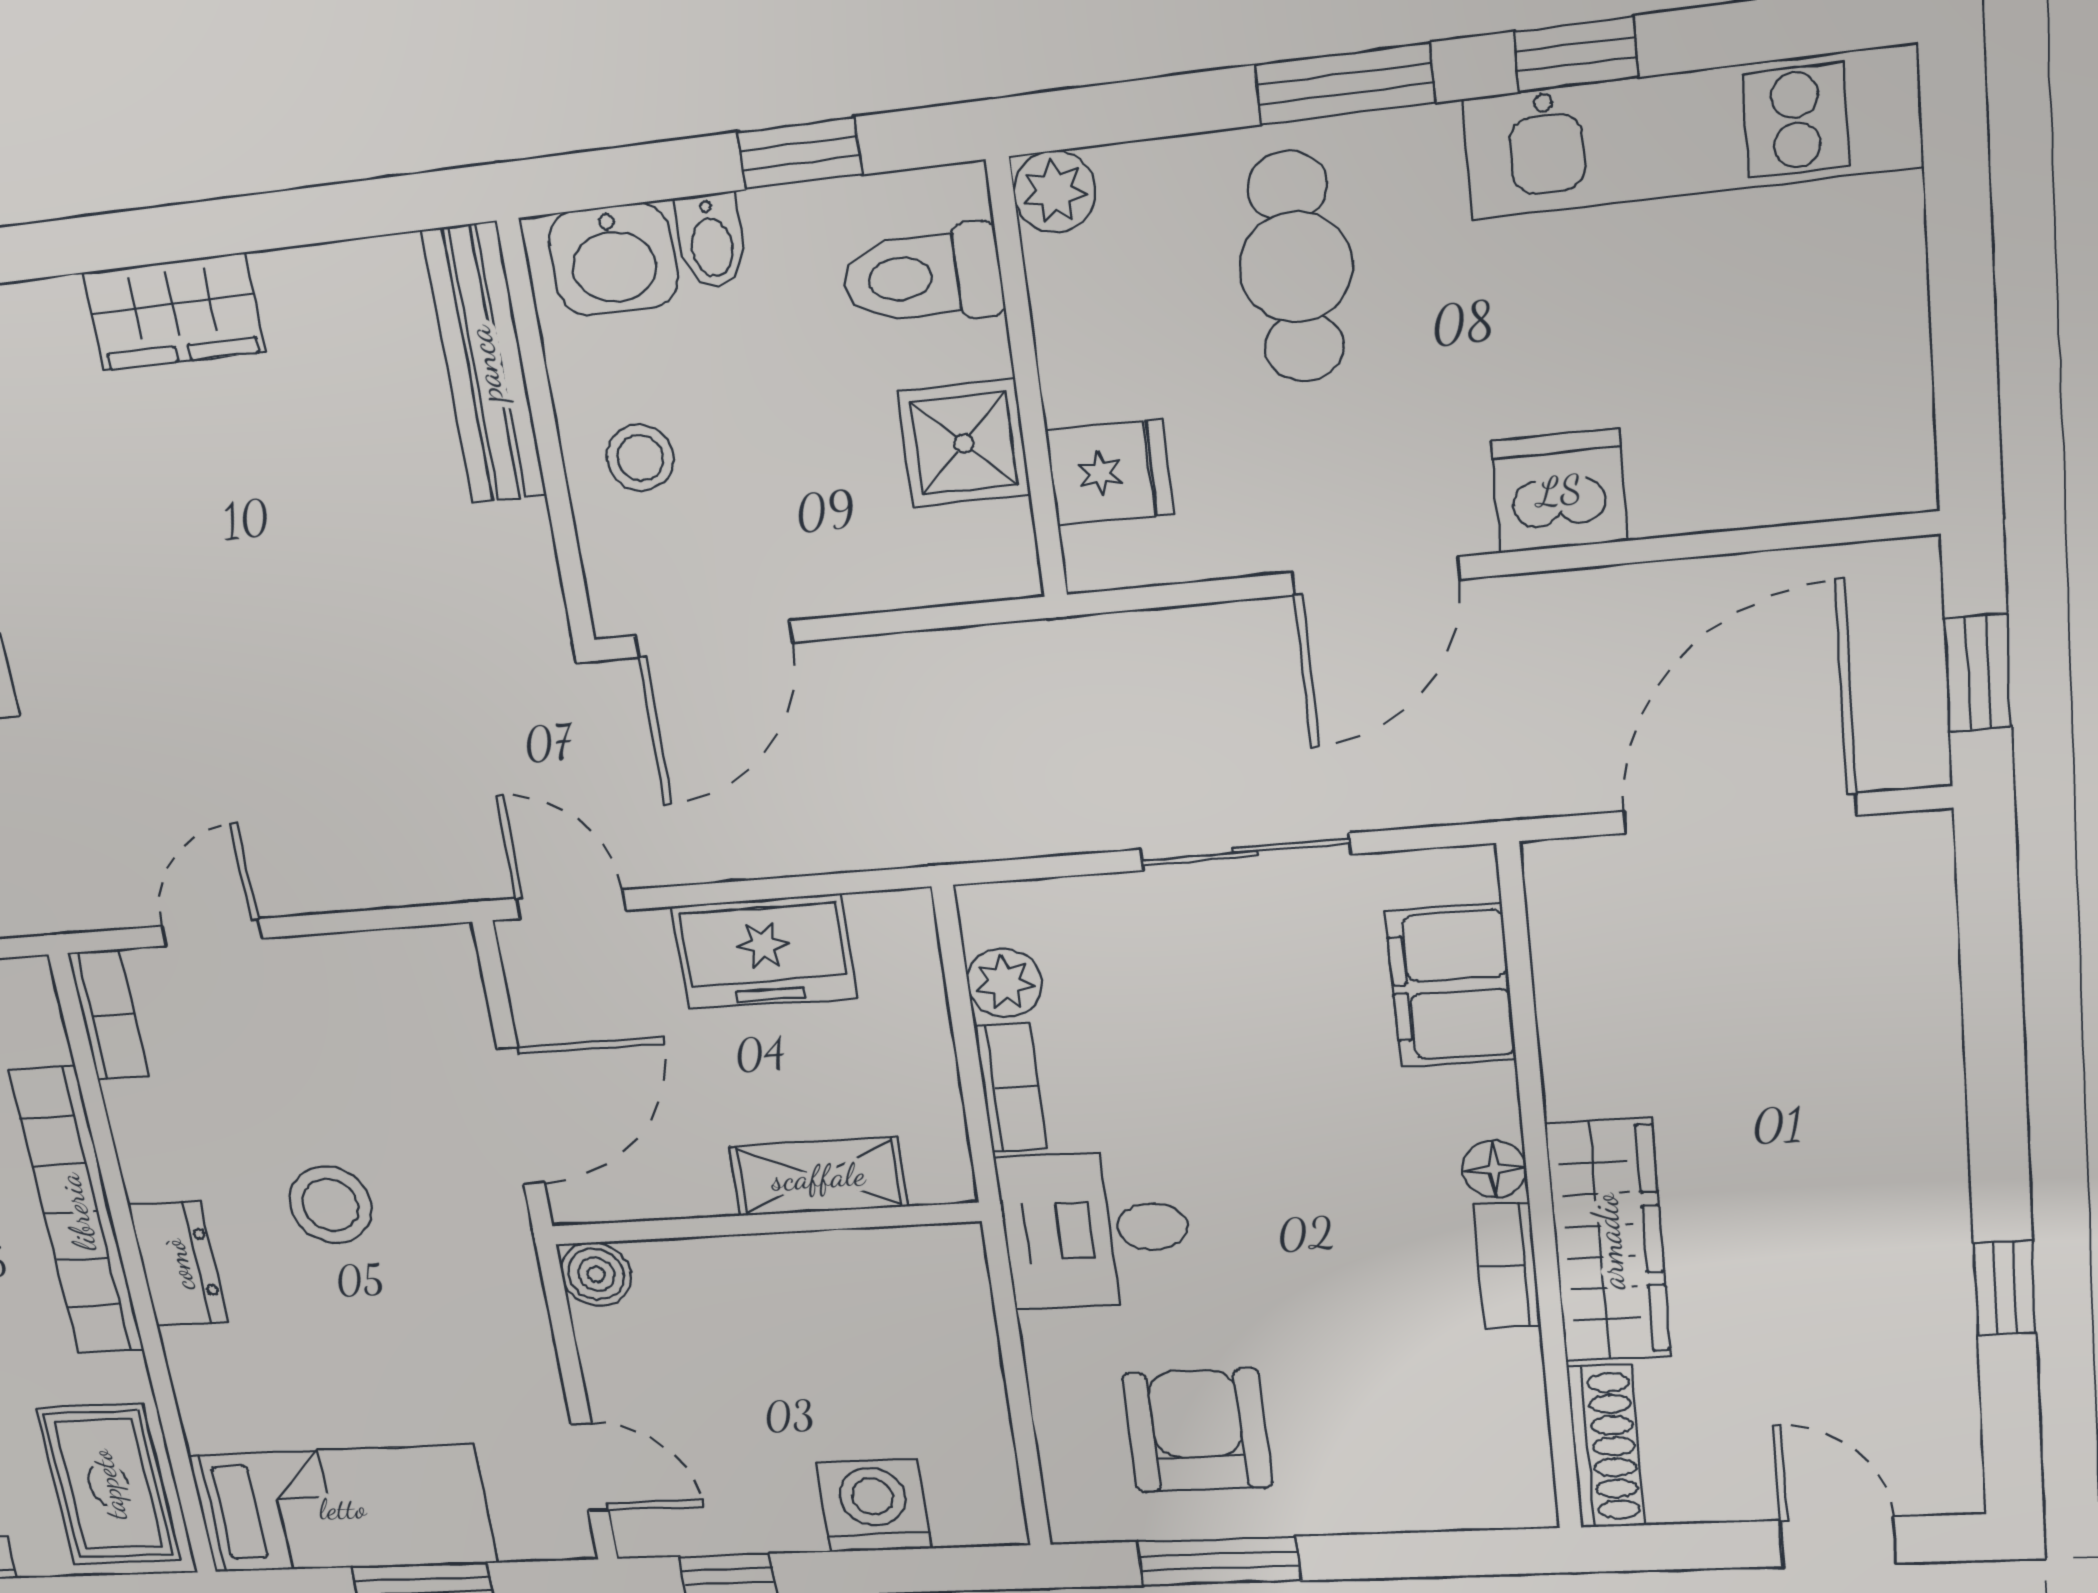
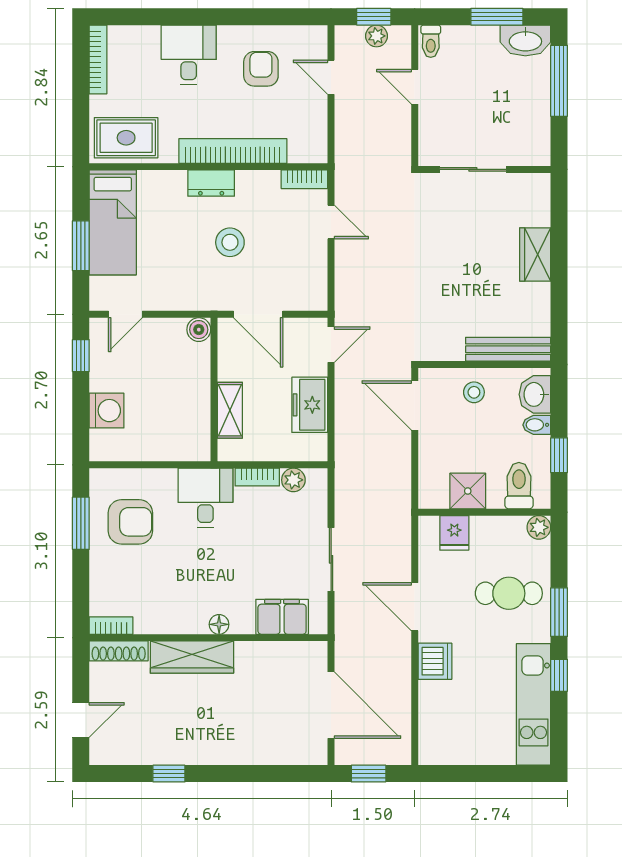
bookcase: (1507, 1266) -> (111, 626), moved

